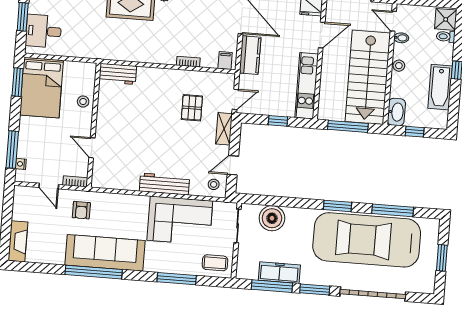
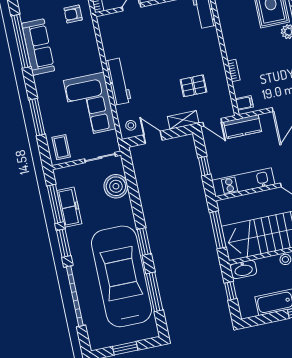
kitchen counter: (250, 55) -> (243, 127), moved
sofa: (105, 253) -> (38, 47), width x0.74, depth x0.79

